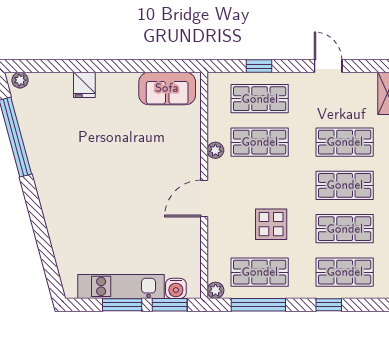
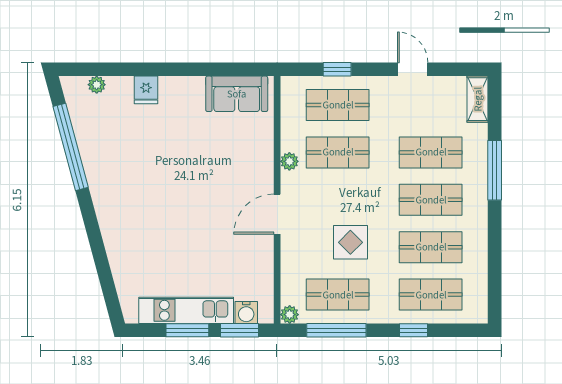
plant: (20, 80) -> (97, 85), moved

